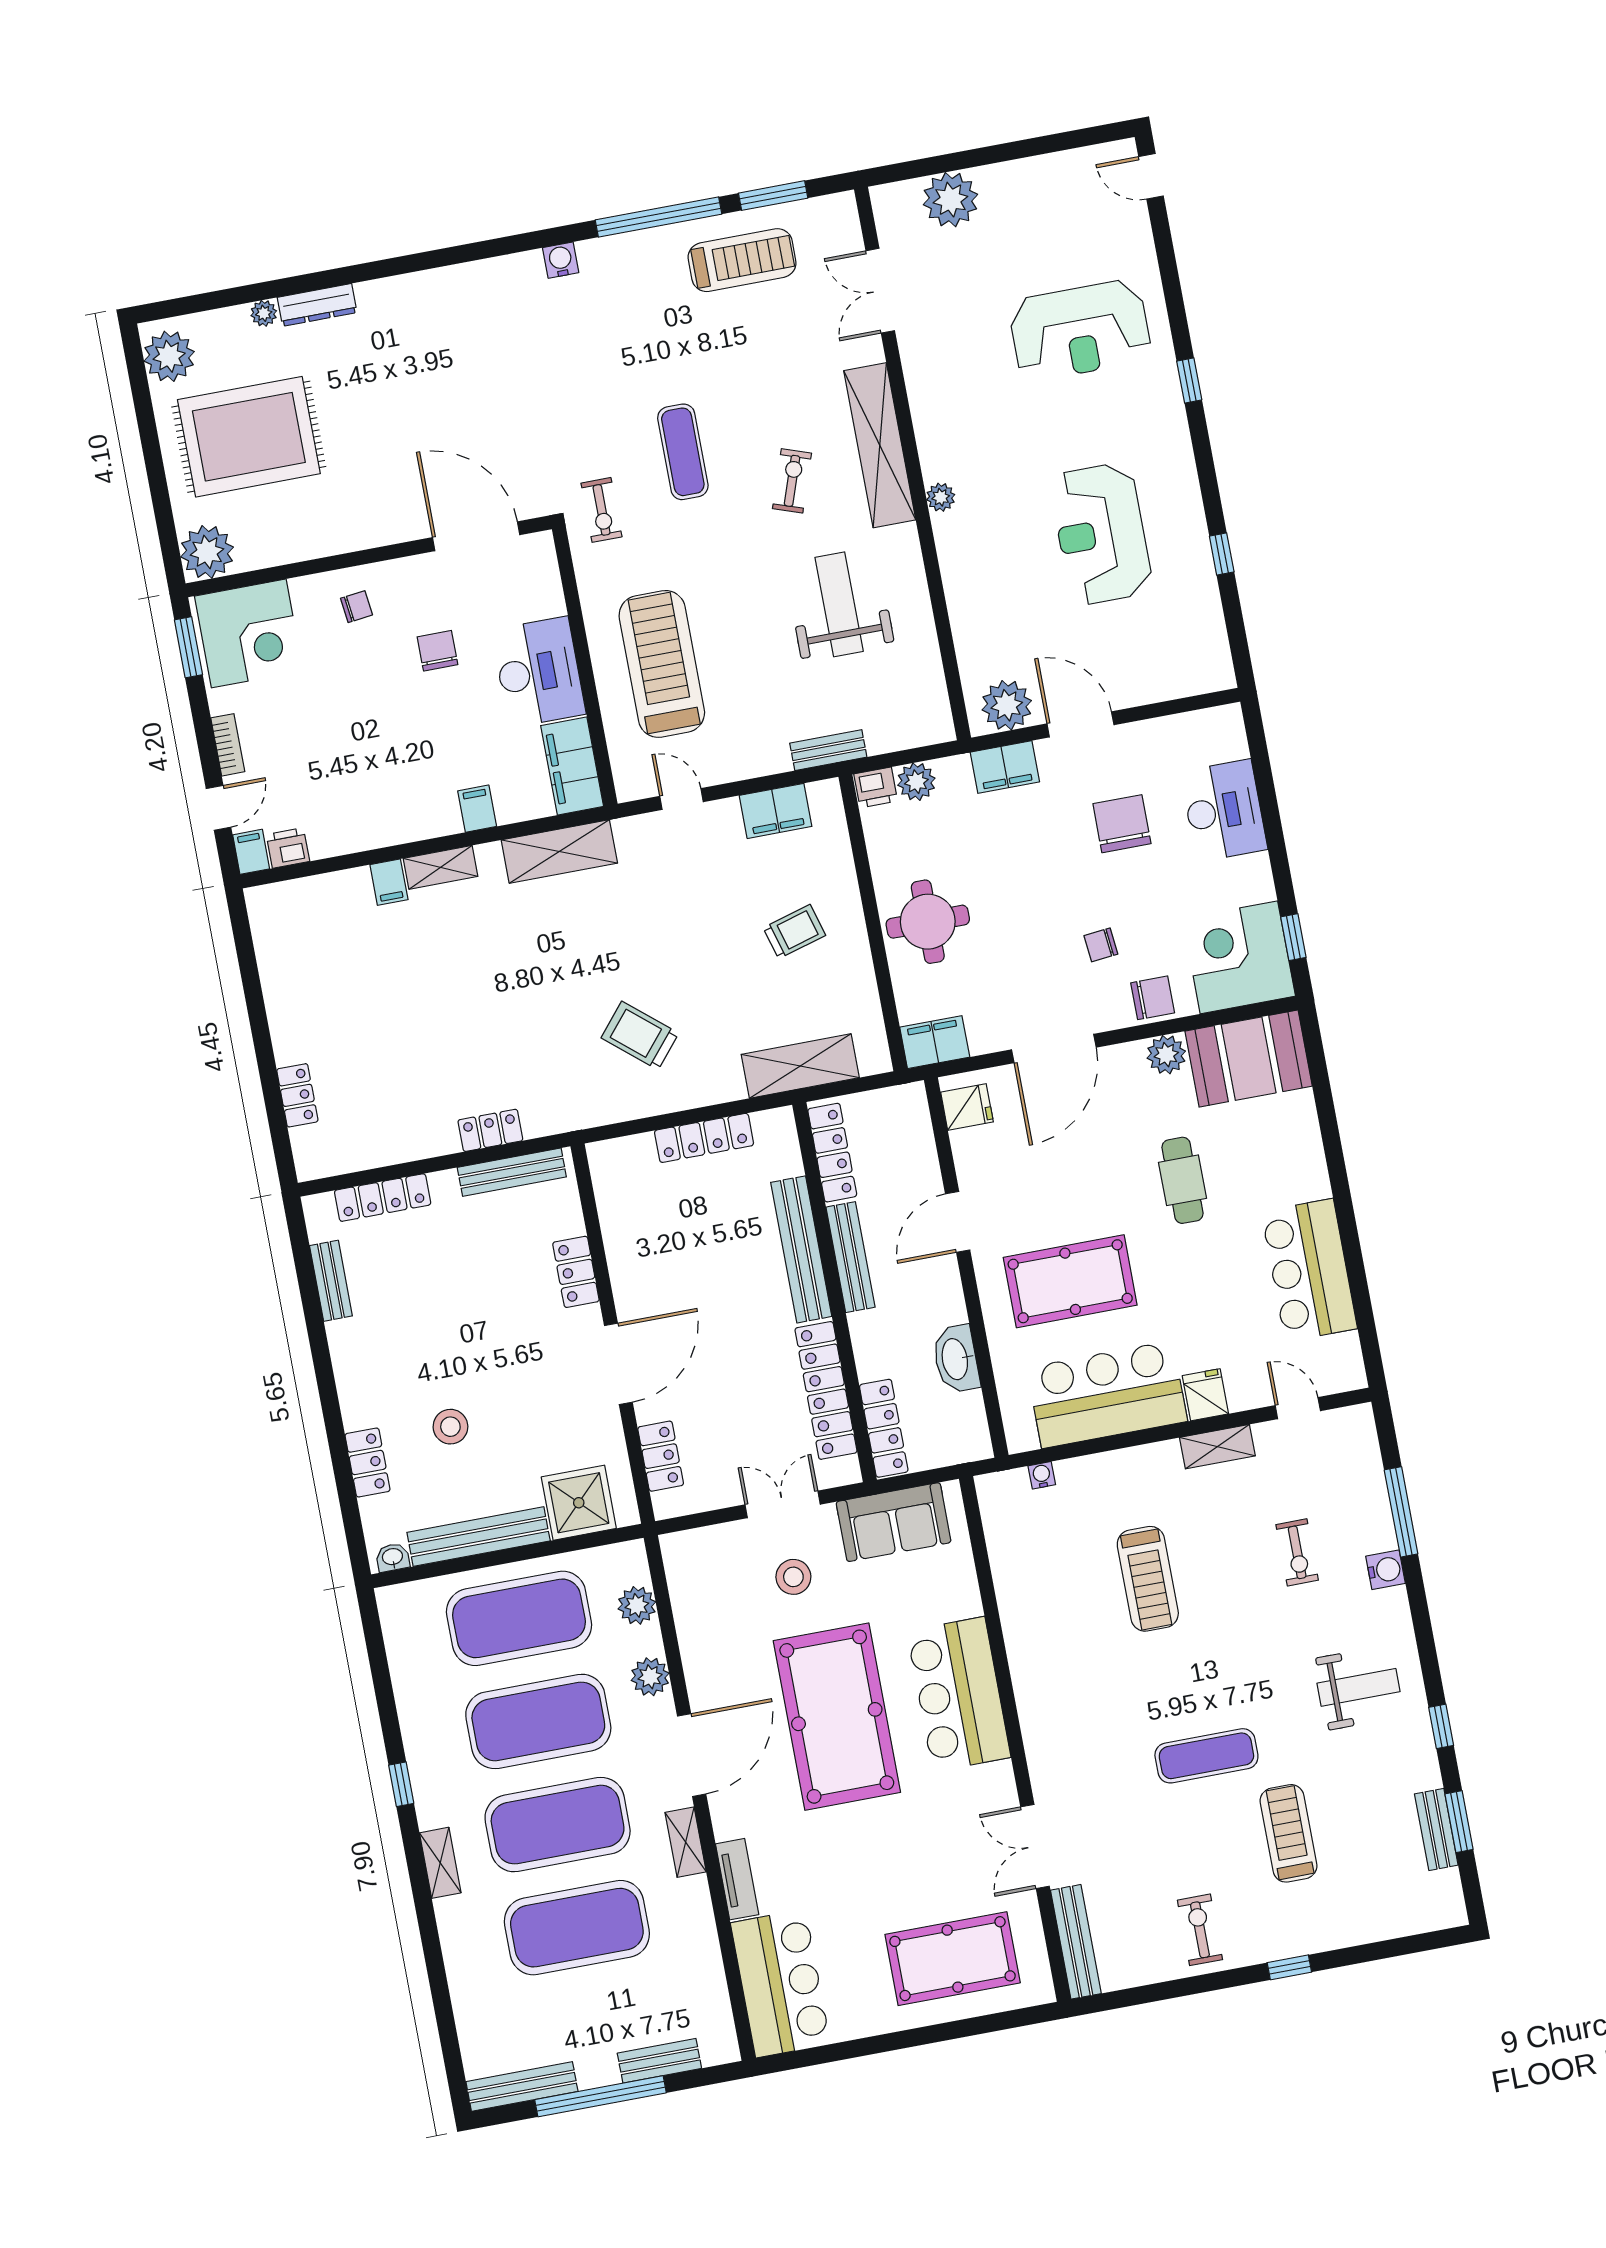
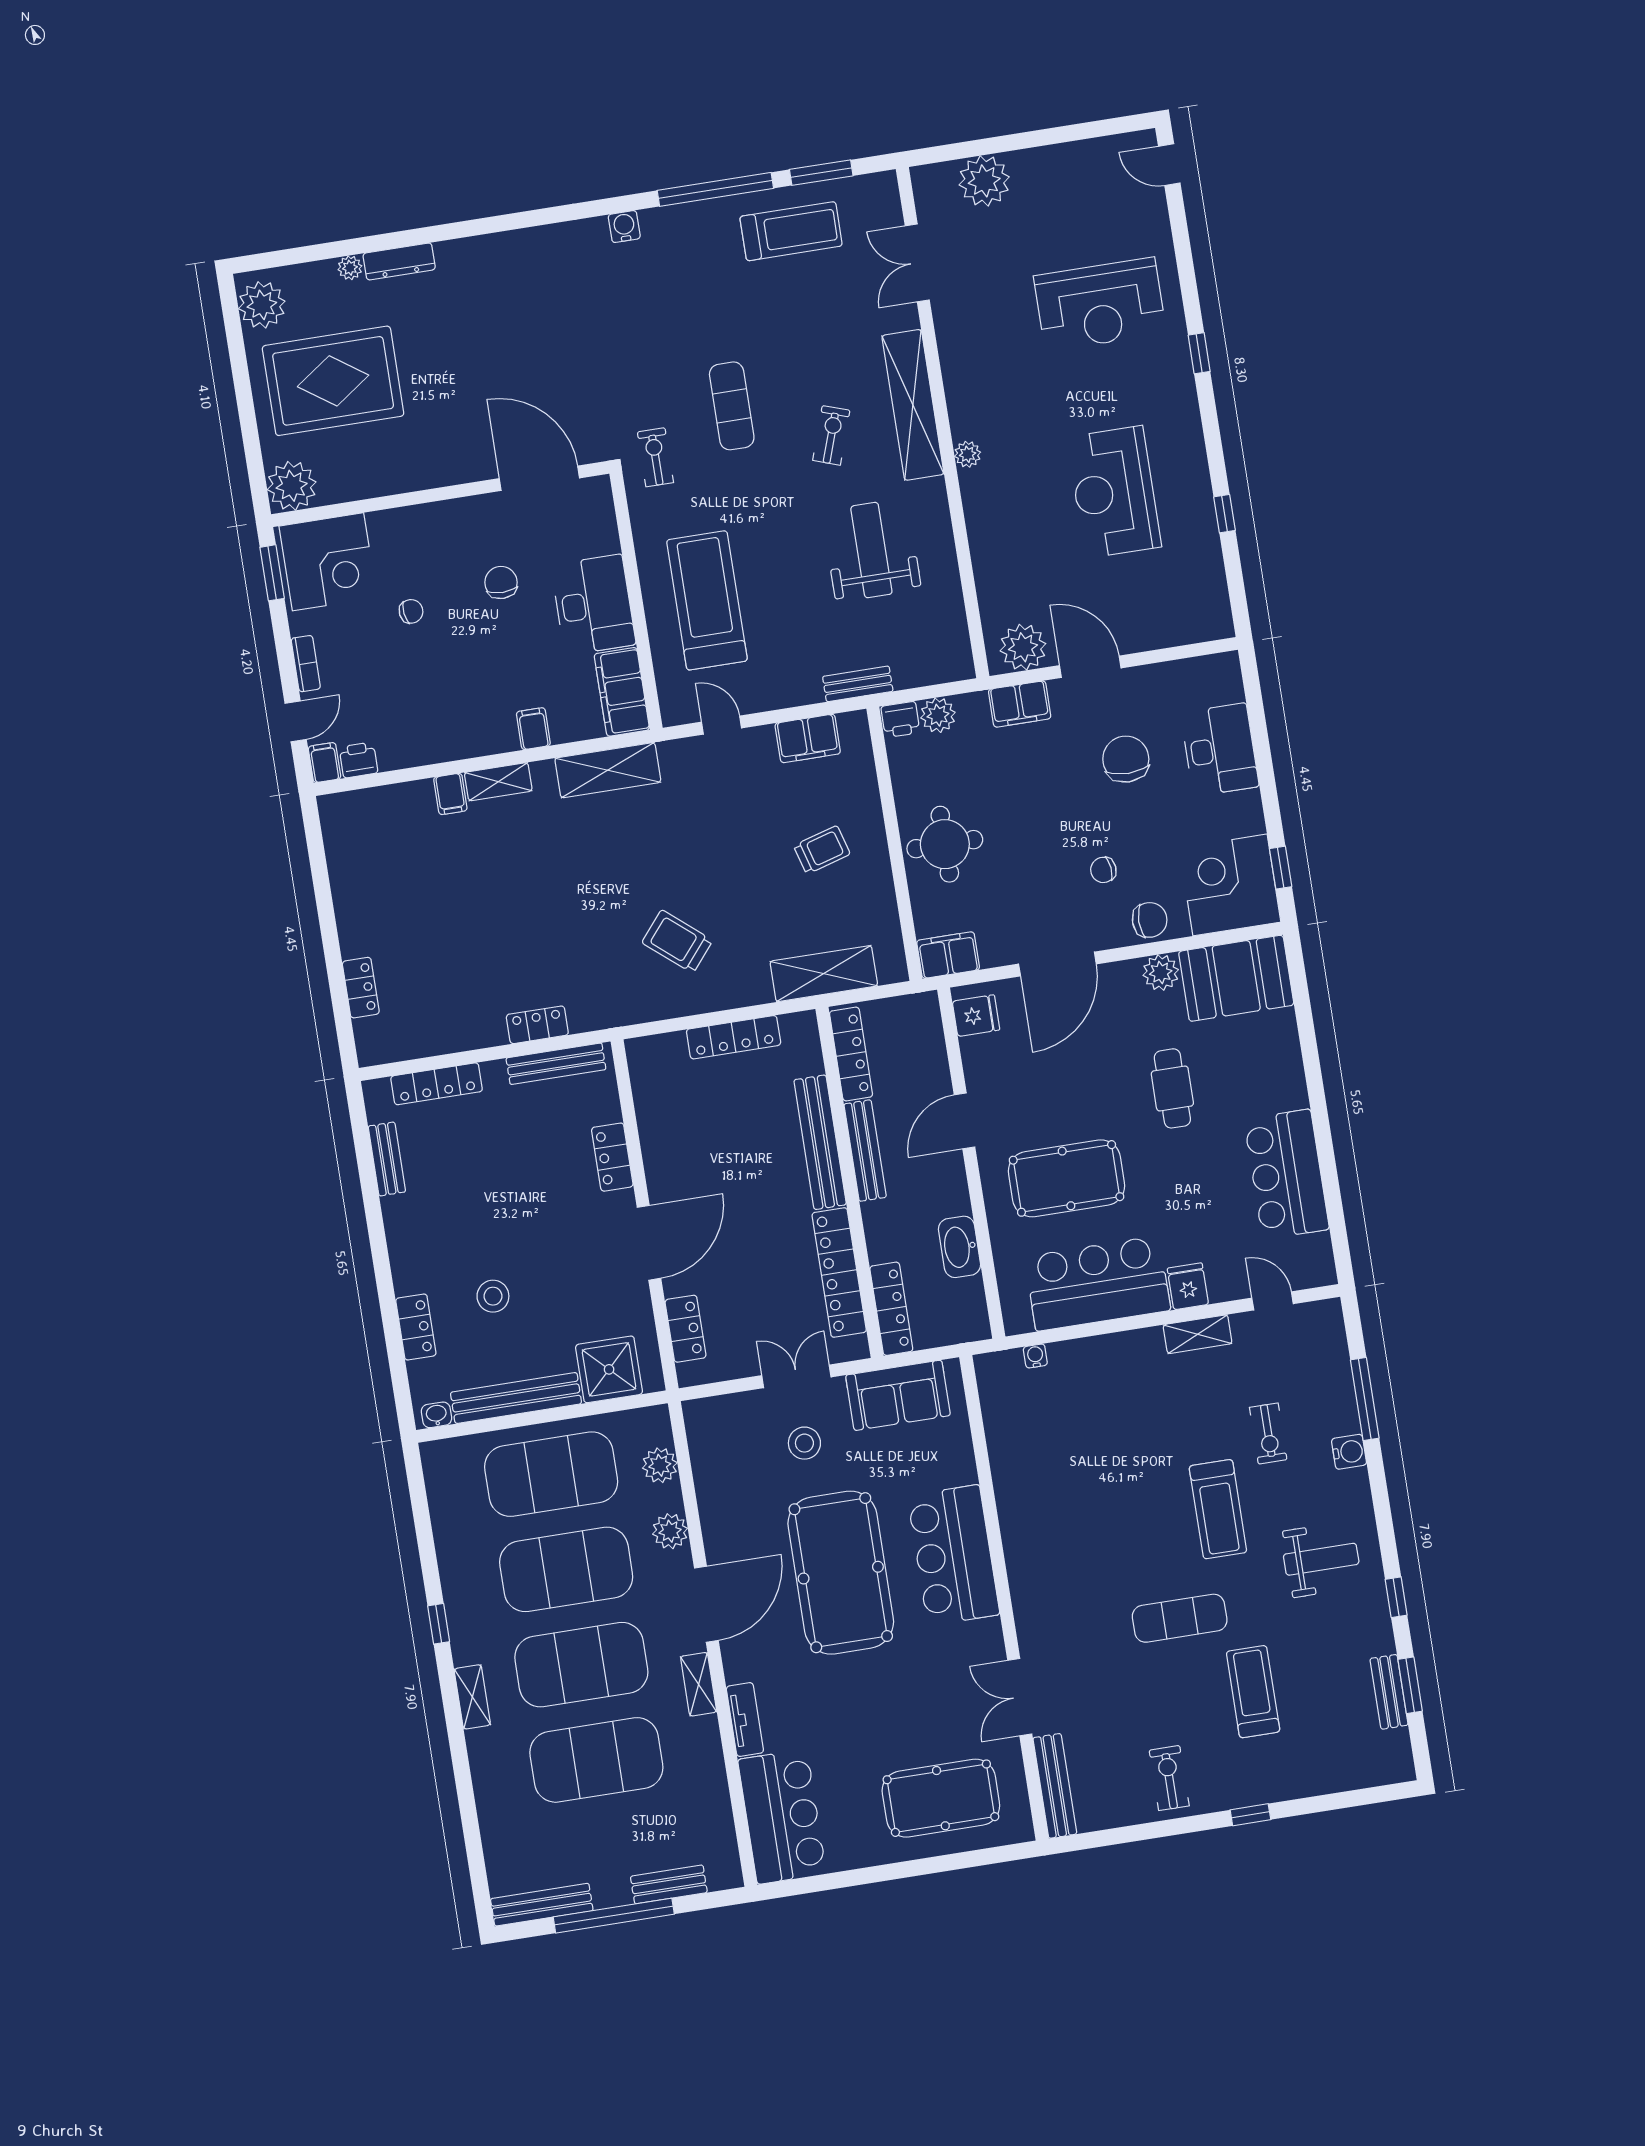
exercise bike: (602, 510) -> (655, 457), turned 180
chair: (356, 607) -> (411, 611), moved
treadmill: (1148, 1579) -> (1218, 1509), moved

